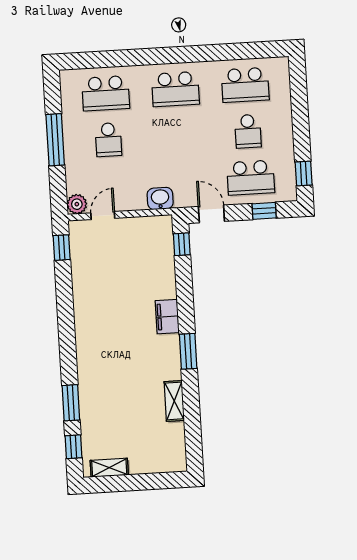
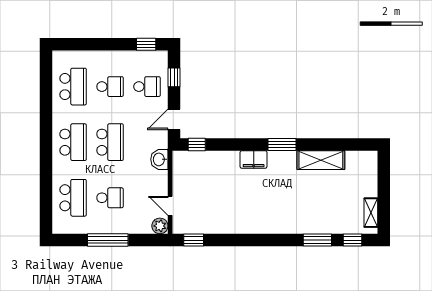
school desk: (178, 135) -> (110, 142), added
school desk: (251, 178) -> (147, 87), width x0.54
shelving: (174, 401) -> (321, 160), width x1.50, depth x1.33

